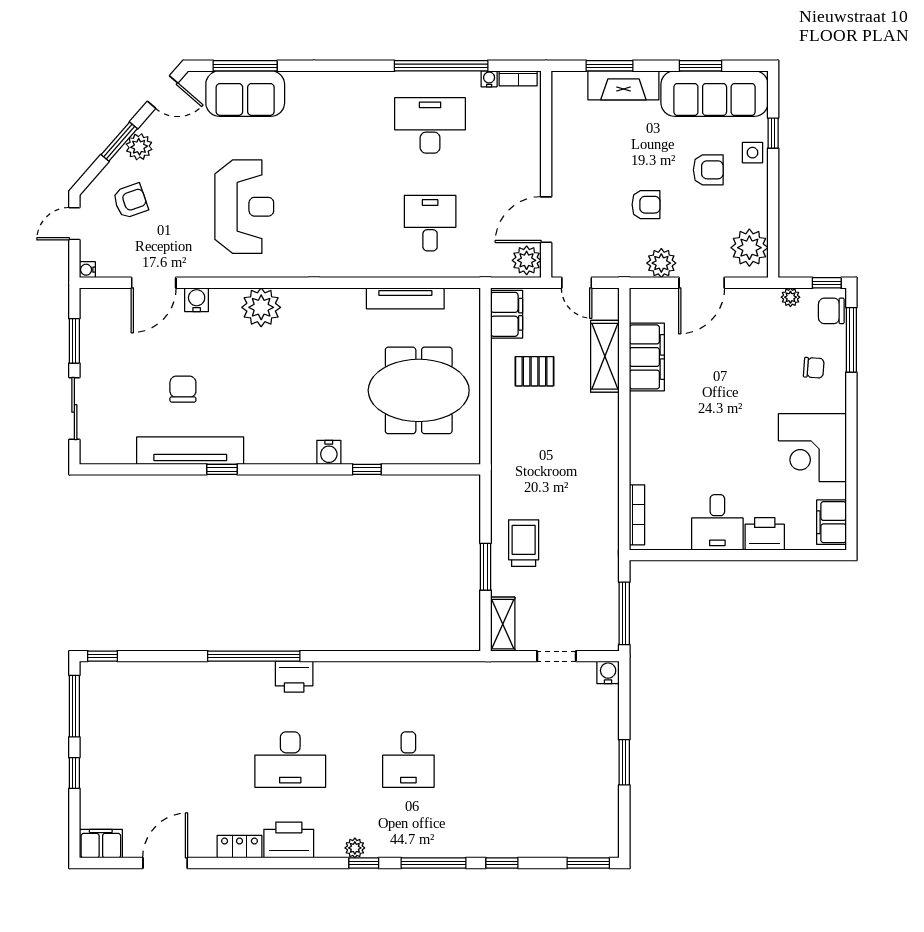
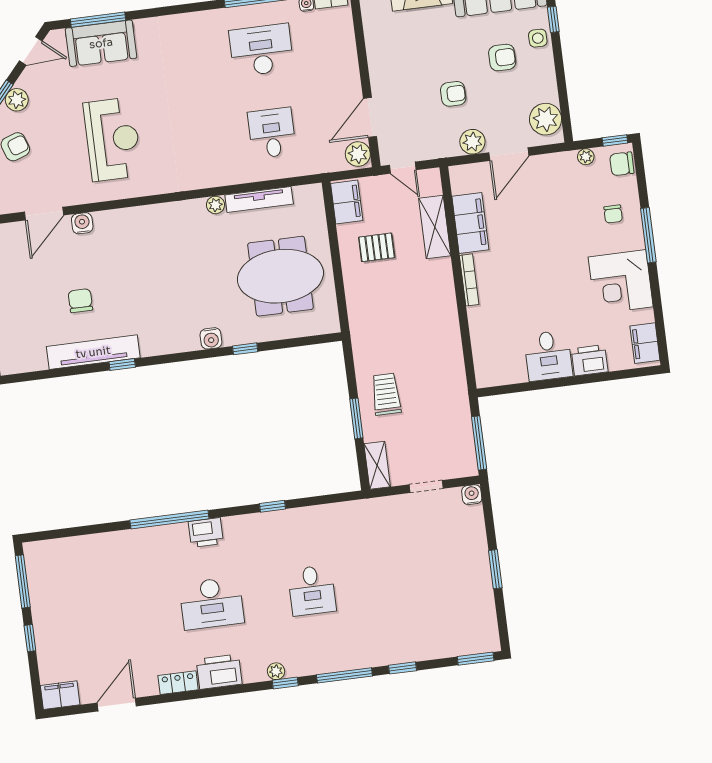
plant: (261, 307) -> (215, 205), moved, width x0.53, depth x0.53
window: (851, 340) -> (648, 235), moved
chair: (814, 368) -> (613, 214), turned 86
bookcase: (637, 515) -> (469, 280), moved
window: (103, 656) -> (272, 506), moved

